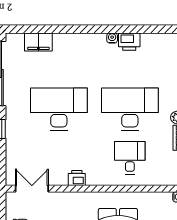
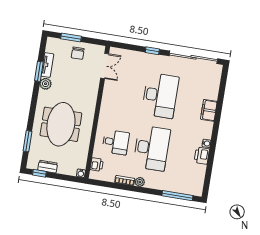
filing cabinet: (38, 42) -> (209, 110), moved
printer: (77, 178) -> (97, 165), moved

